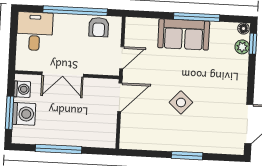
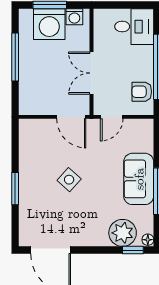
plant: (242, 47) -> (123, 233), width x1.88, depth x1.88
door: (122, 58) -> (112, 117), hinge flipped
double door: (63, 74) -> (91, 73), moved
washing machine: (24, 114) -> (49, 24), width x1.37, depth x1.37

